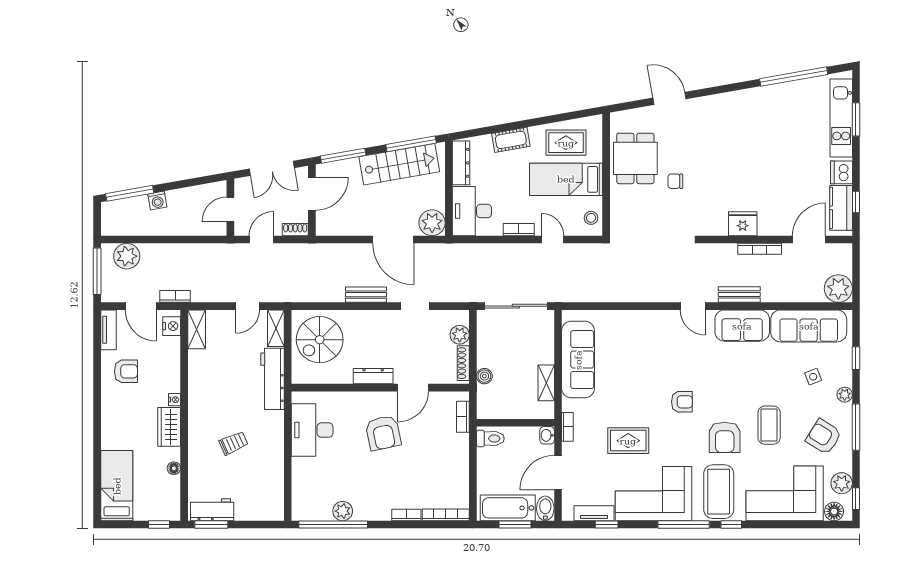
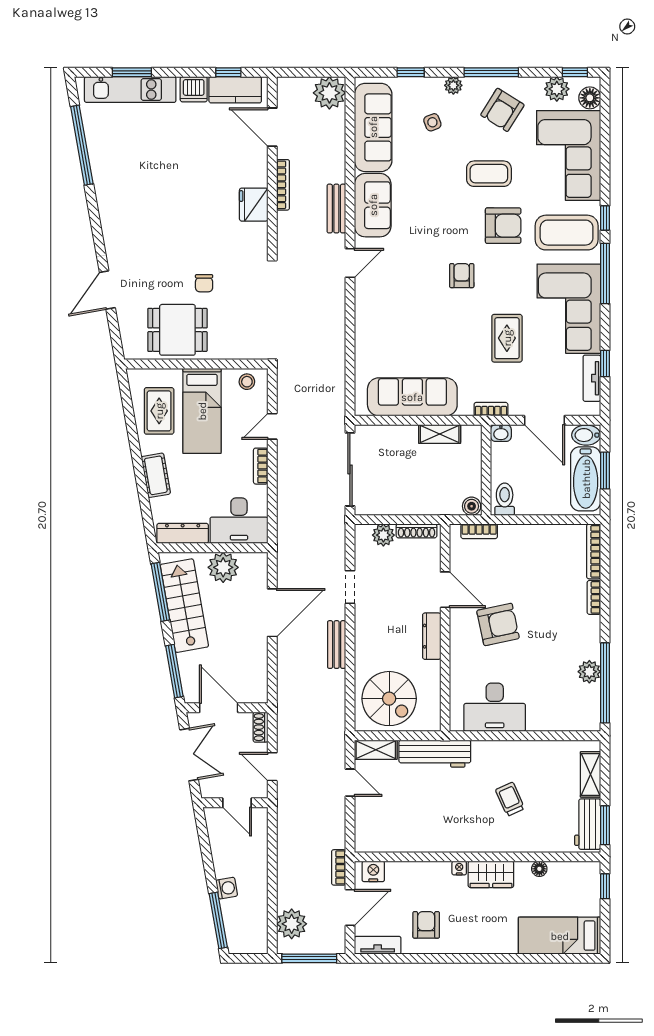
plant: (432, 223) -> (223, 567), moved
shelving: (197, 329) -> (590, 774), moved, turned 90
boiler: (484, 376) -> (472, 506), moved

